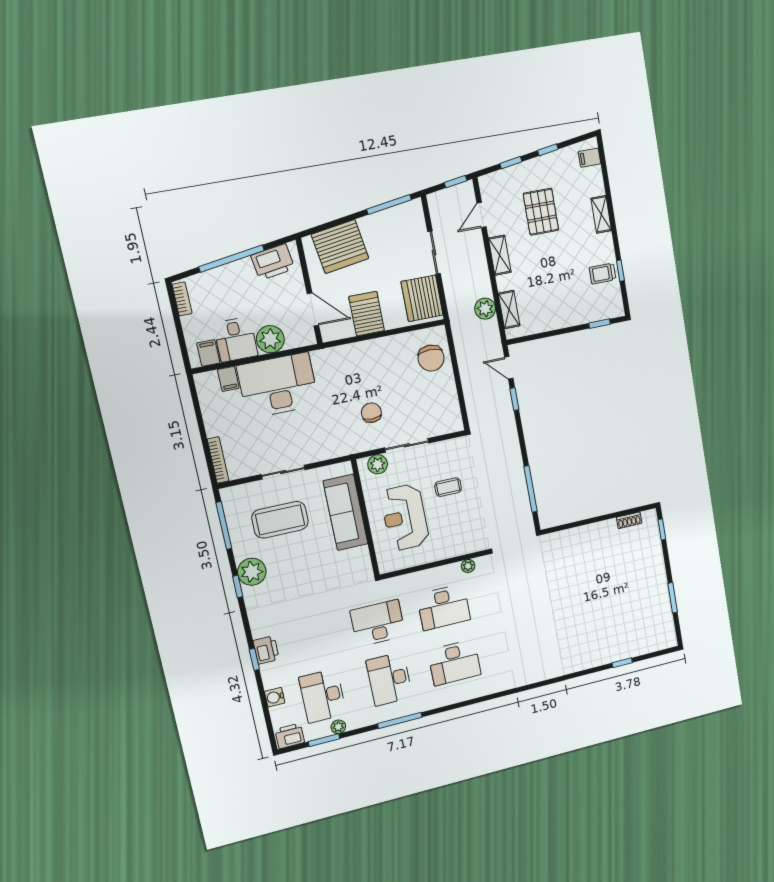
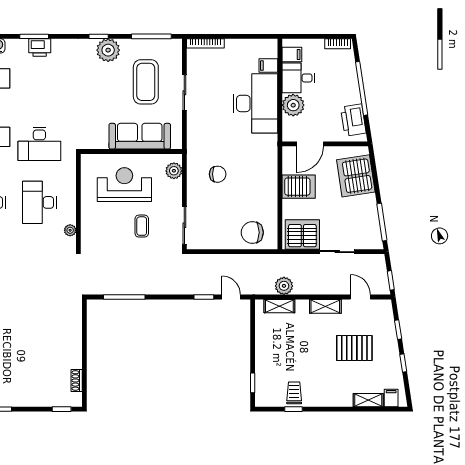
shelving: (601, 214) -> (368, 400), moved
door: (509, 368) -> (231, 297), hinge flipped
sliding door: (407, 445) -> (184, 225), moved
desk: (378, 623) -> (39, 144), turned 90
window: (254, 659) -> (34, 36), width x1.50

